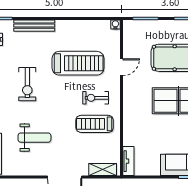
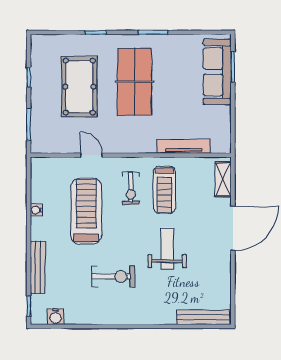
water cooler: (115, 25) -> (36, 210), moved
weight bench: (34, 138) -> (167, 249), moved
tv unit: (128, 161) -> (184, 146), moved, width x1.41

